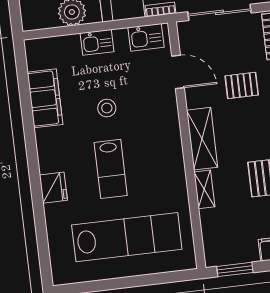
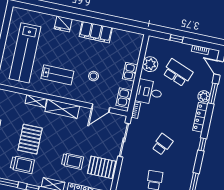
pallet: (242, 85) -> (83, 138), removed
filing cabinet: (45, 98) -> (96, 32), moved
stool: (107, 108) -> (94, 76), moved
lab bench: (111, 169) -> (57, 75), moved, turned 180

